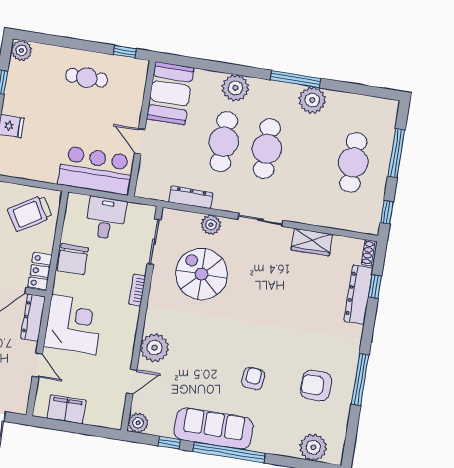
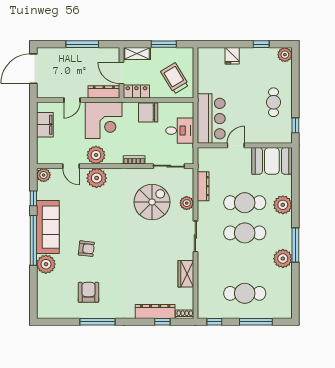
plant: (122, 343) -> (96, 155), added
plant: (313, 447) -> (46, 264), moved

